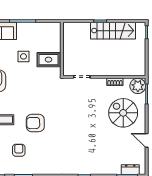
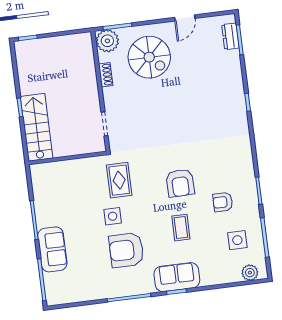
stairs: (113, 31) -> (37, 127), moved
side table: (23, 56) -> (113, 216), moved
rug: (48, 60) -> (119, 180), moved
spiral stairs: (123, 113) -> (149, 57), turned -90

